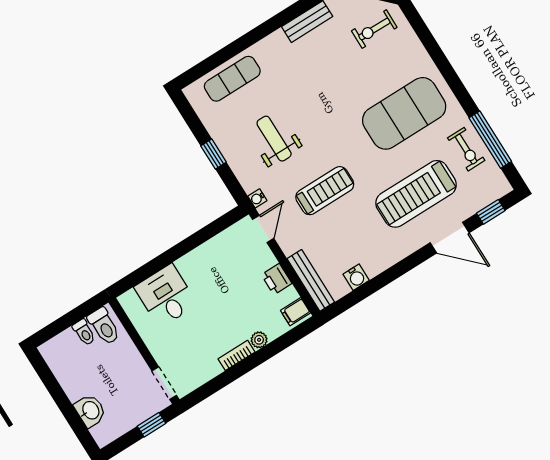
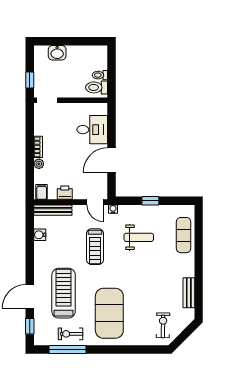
door: (191, 243) -> (112, 160), added

